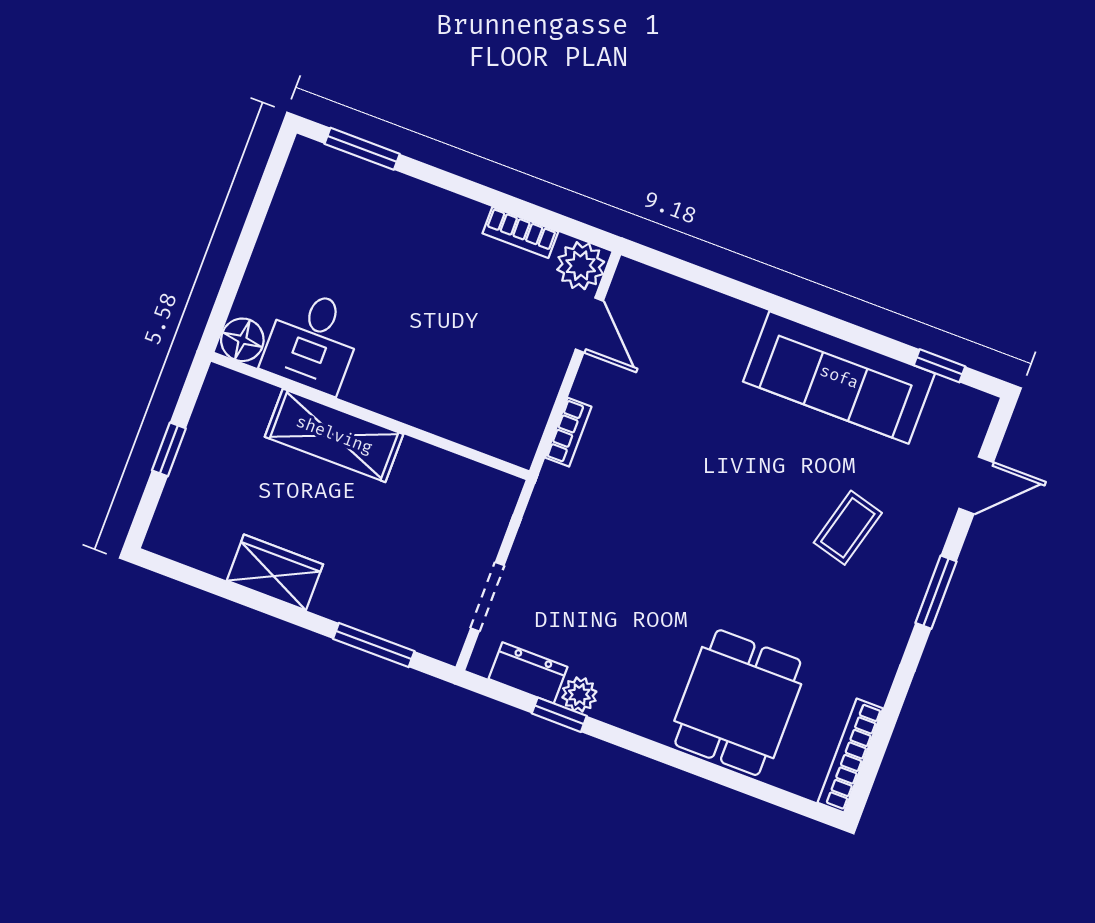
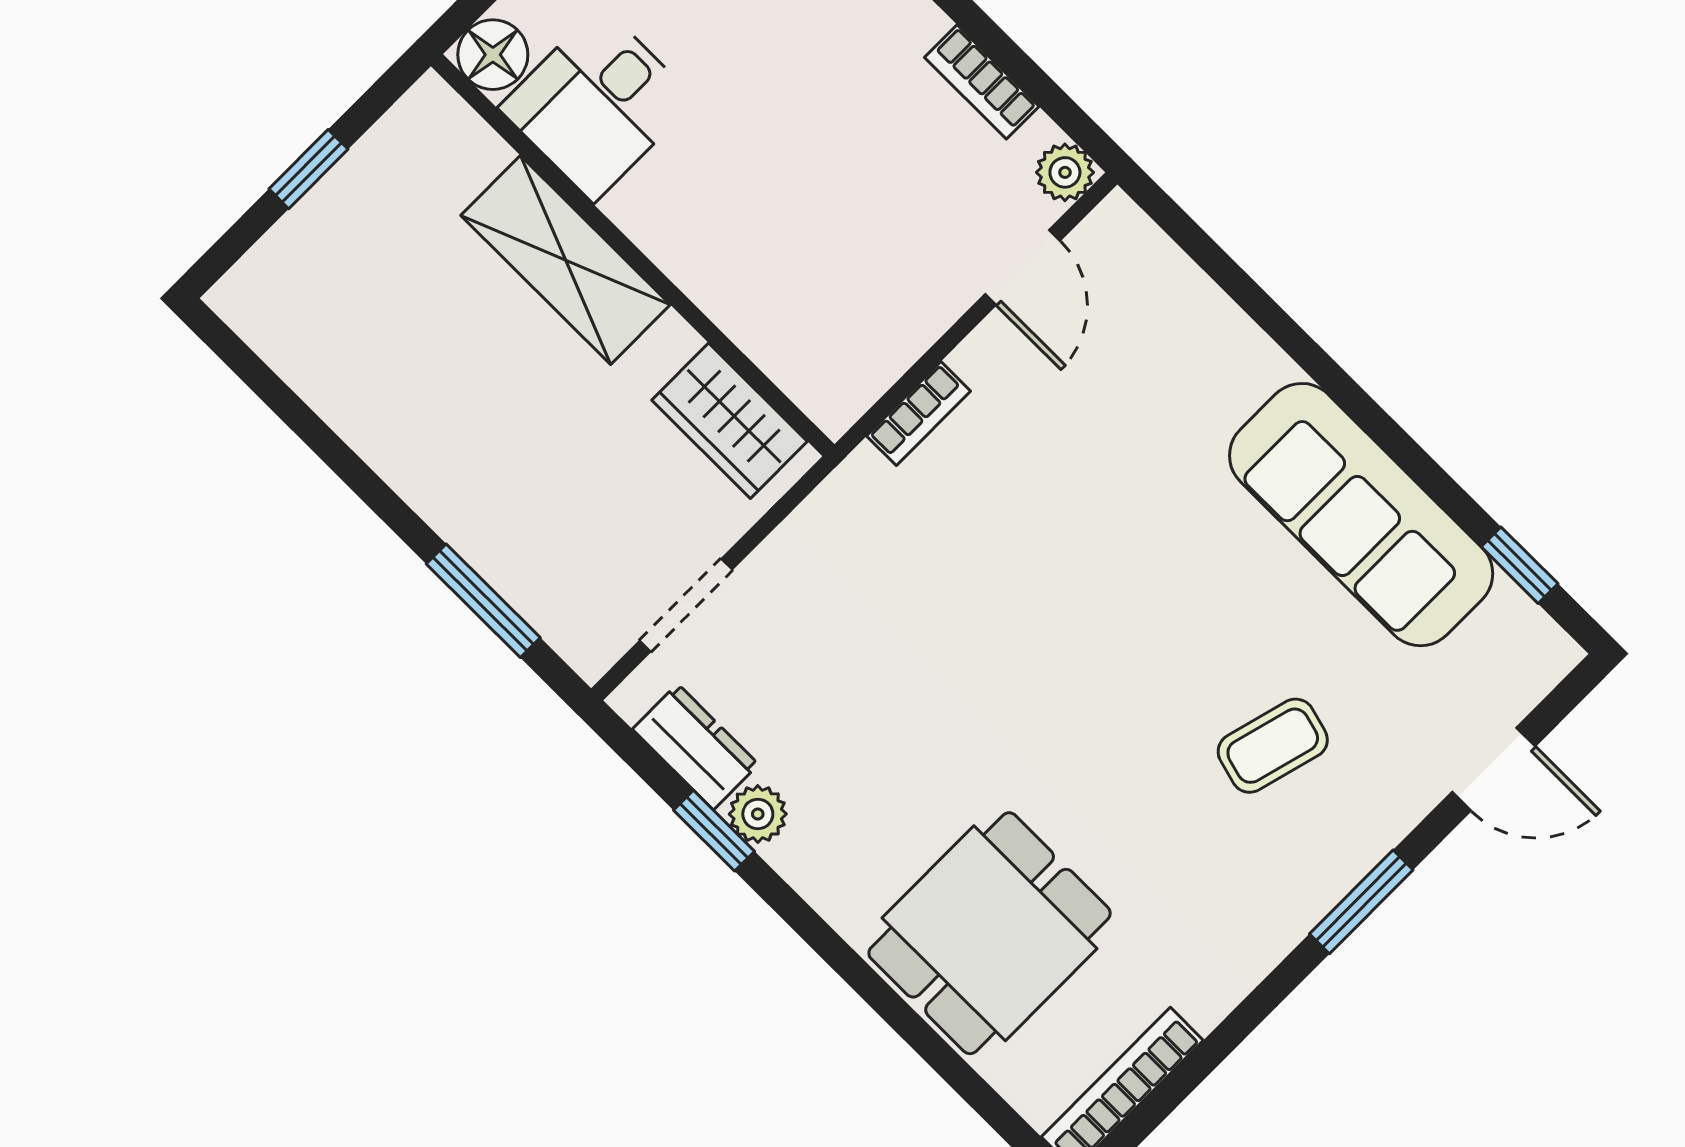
plant: (581, 266) -> (1065, 172), width x0.73, depth x0.73
wardrobe: (275, 572) -> (730, 421), moved, turned 180

